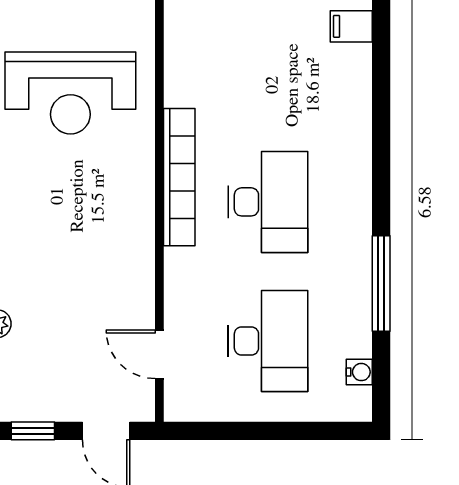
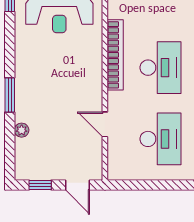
door: (159, 354) -> (105, 124), moved

